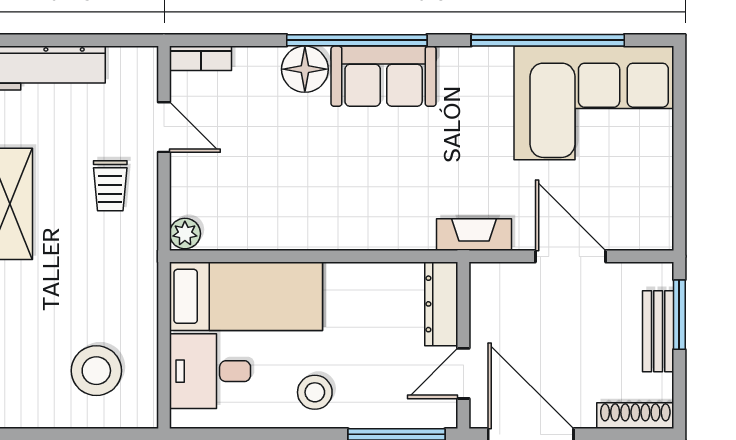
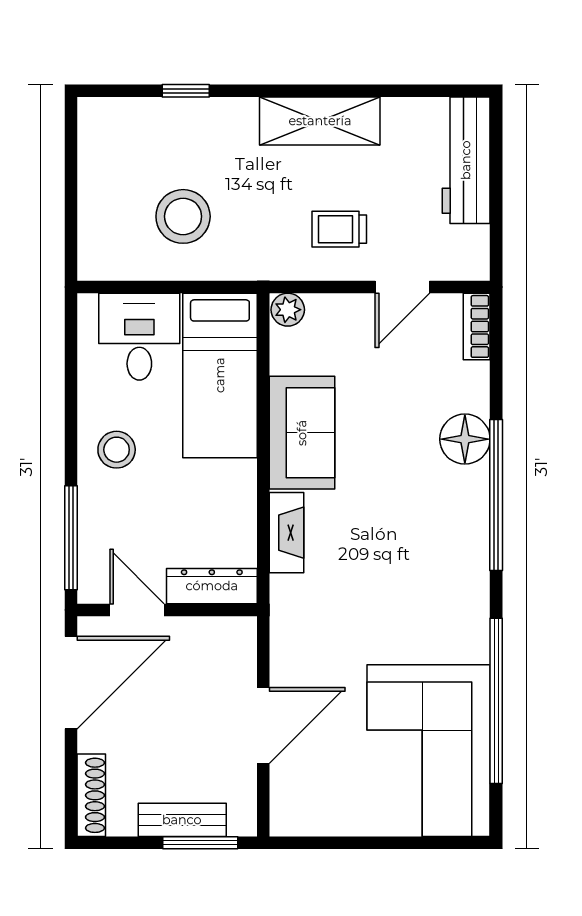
sofa: (384, 76) -> (302, 433), moved, turned 180
fireplace: (474, 235) -> (287, 533), moved
stool: (96, 371) -> (183, 216), moved

